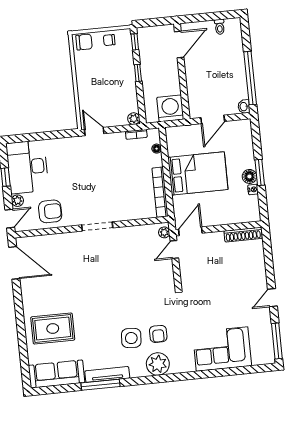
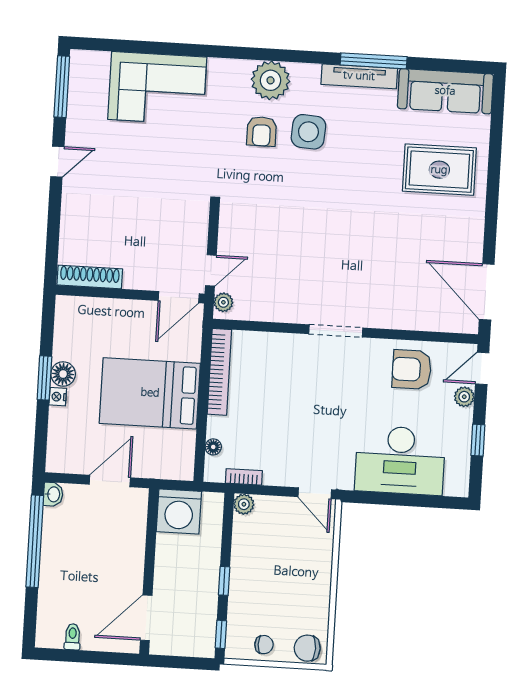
desk: (27, 167) -> (400, 460), moved, turned 90
nightstand: (253, 189) -> (58, 397), moved
armchair: (158, 334) -> (262, 131), turned 180

